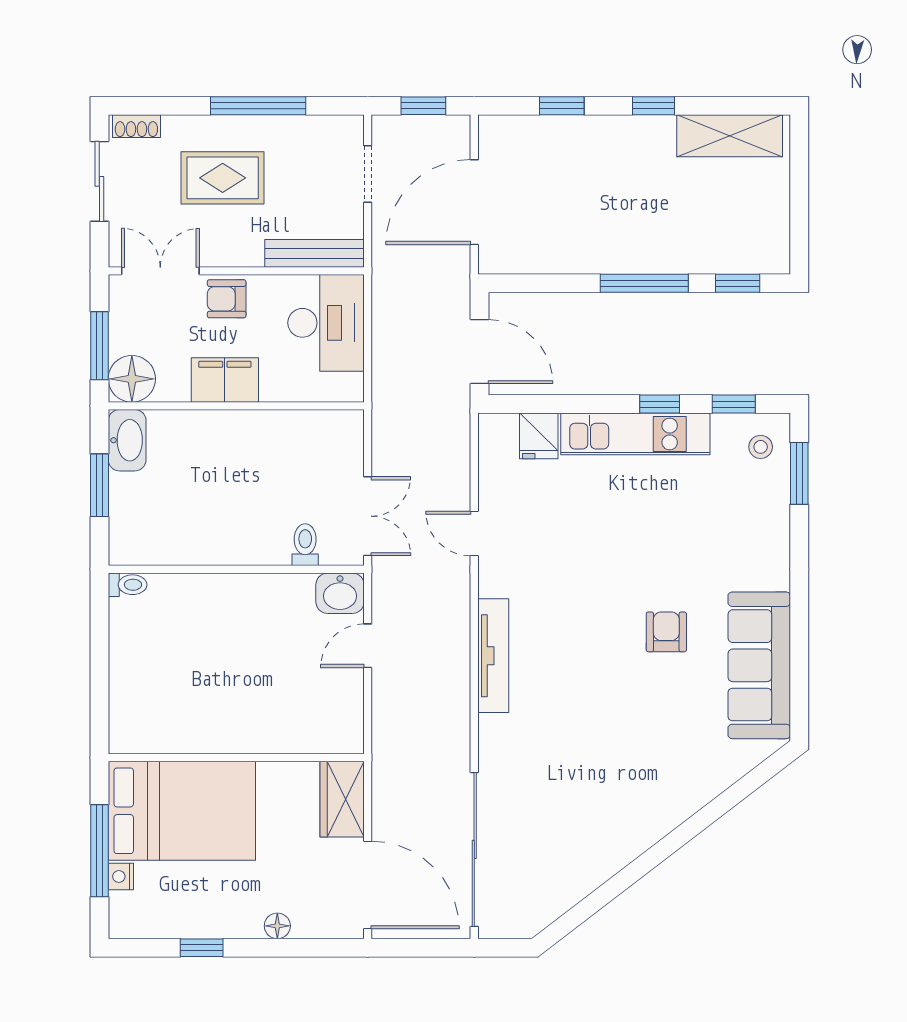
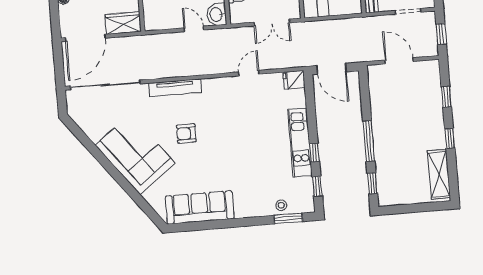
door: (474, 202) -> (399, 61), width x0.73
door: (480, 352) -> (332, 69), hinge flipped
fridge: (539, 436) -> (294, 80), moved
stool: (761, 447) -> (281, 205), moved
double door: (368, 516) -> (272, 23), moved
armchair: (666, 632) -> (186, 134), moved, turned 180
tv unit: (493, 656) -> (175, 88), moved
corner sofa: (631, 797) -> (135, 154), added

